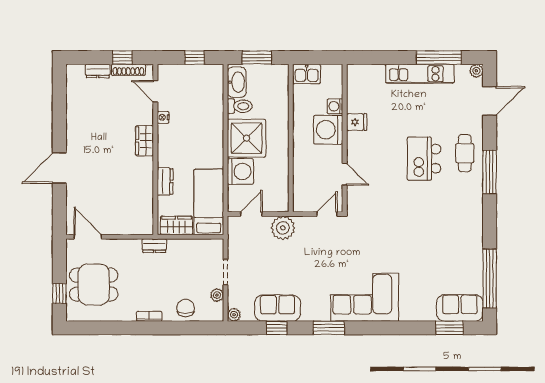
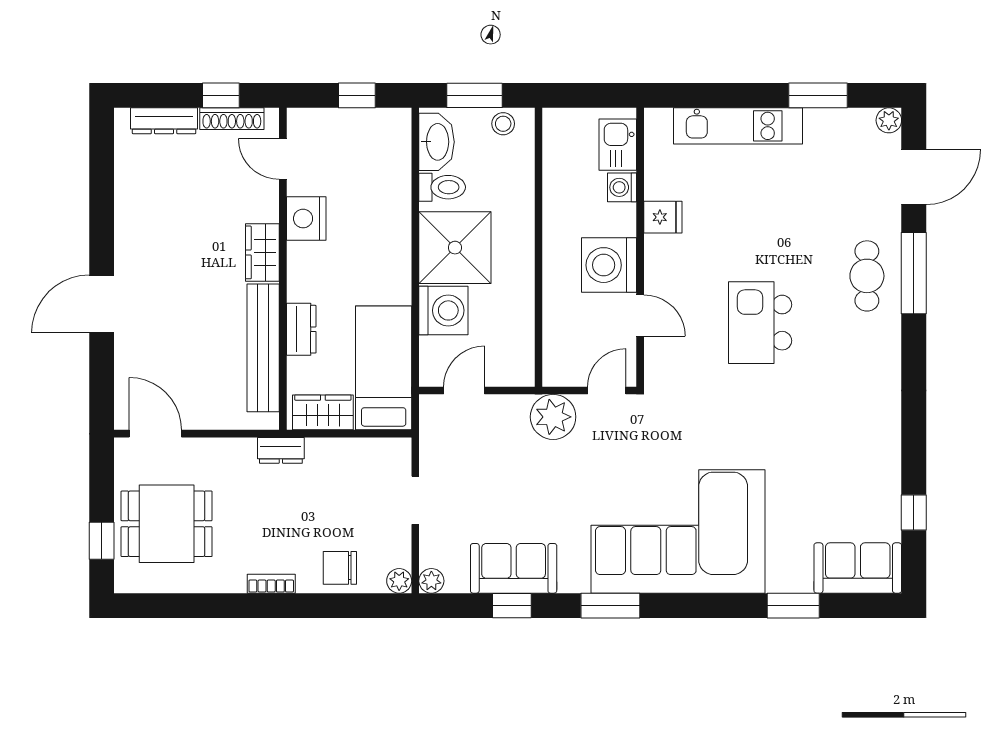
window: (439, 58) -> (818, 95), width x0.69
dresser: (98, 71) -> (164, 121), width x1.44
stool: (272, 73) -> (503, 124), added
kitchen sink: (307, 74) -> (618, 145), moved, turned 90
kitchen unit: (420, 74) -> (738, 126), moved
nightstand: (163, 117) -> (306, 219), width x1.89, depth x1.79
washing machine: (328, 130) -> (609, 265), moved
kitchen island: (424, 159) -> (760, 323), moved
window: (490, 172) -> (914, 273), moved
bench: (145, 191) -> (263, 348), added
plant: (283, 228) -> (553, 417), moved
window: (490, 279) -> (914, 512), width x0.32
plant: (217, 295) -> (399, 581), moved
corner sofa: (365, 297) -> (678, 531), width x1.36, depth x1.36
chair: (186, 308) -> (340, 568), turned -90
window: (450, 328) -> (793, 606), moved

